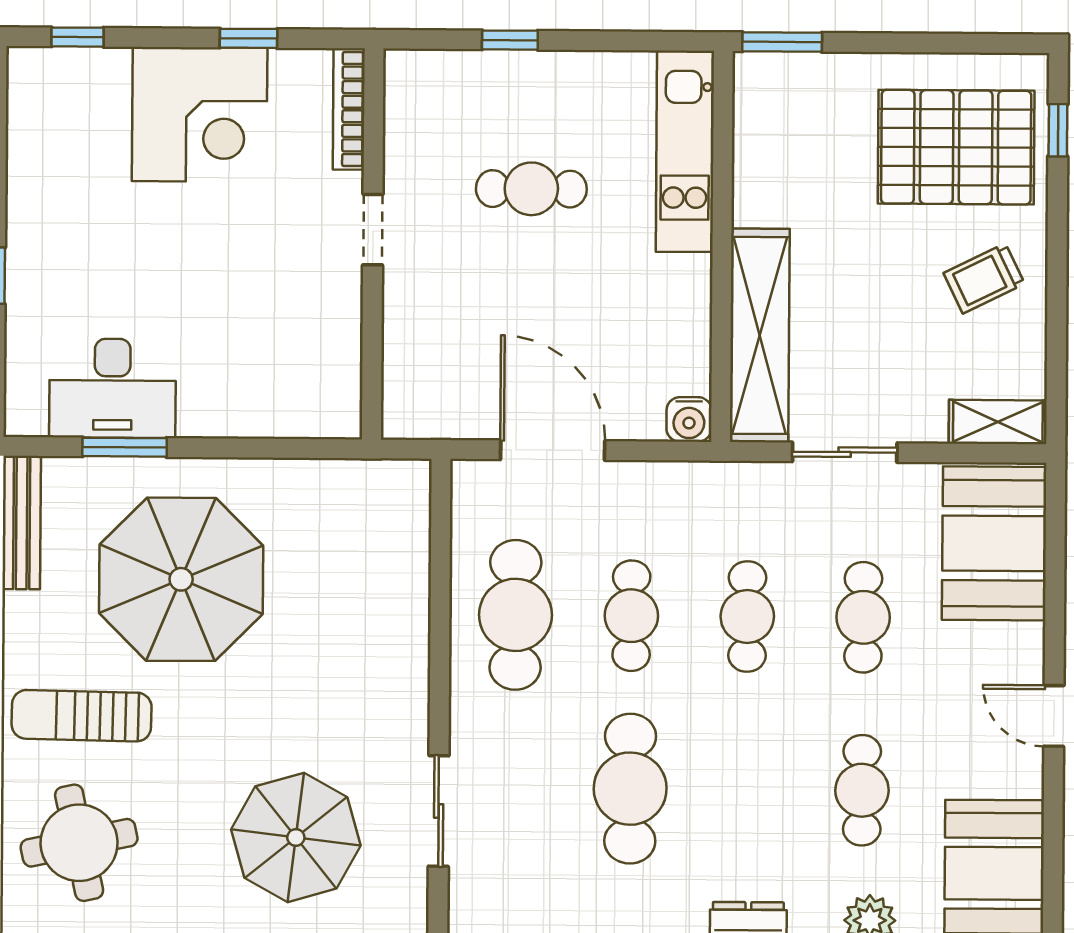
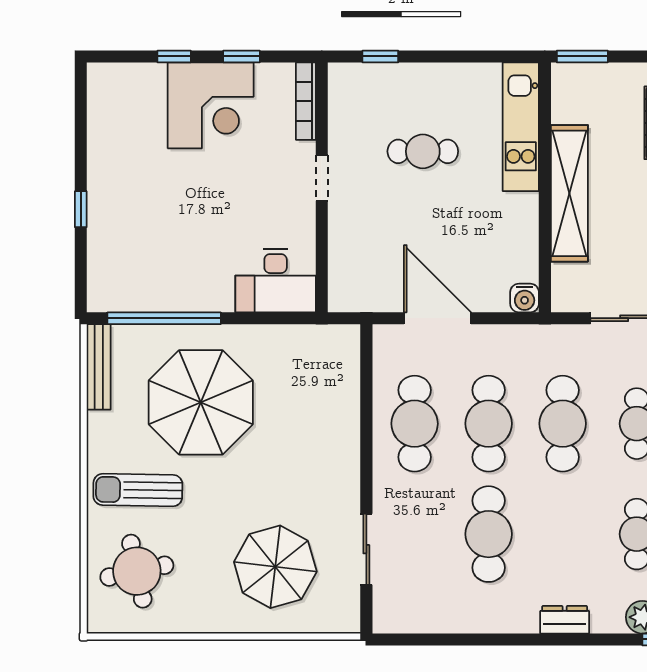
window: (77, 37) -> (174, 56), moved
window: (510, 40) -> (380, 56), moved
shelving: (760, 335) -> (569, 193), moved
desk: (112, 388) -> (276, 281), moved
window: (125, 447) -> (164, 318), width x2.11
cafe table: (631, 616) -> (489, 424), width x1.37, depth x1.35
cafe table: (747, 616) -> (563, 424), width x1.37, depth x1.35

